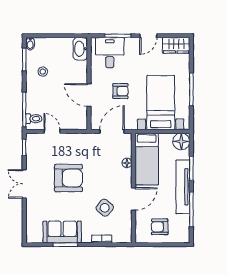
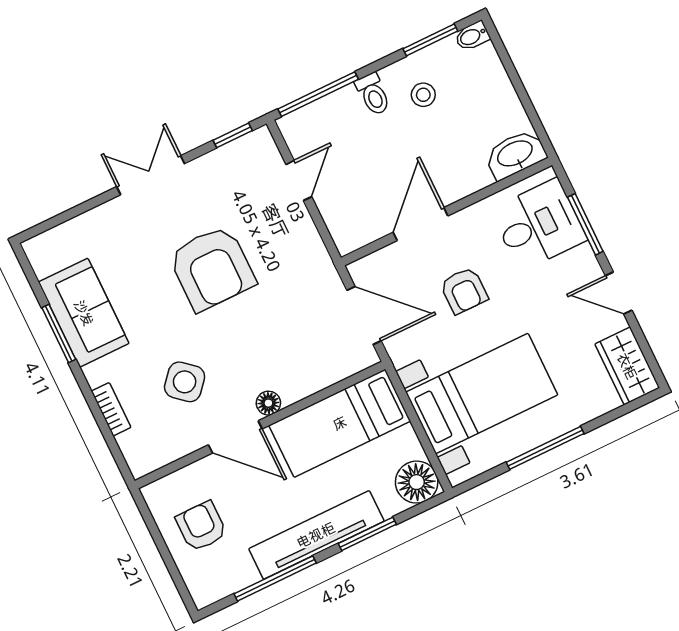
toilet: (34, 119) -> (373, 94), moved
floor lamp: (127, 163) -> (268, 403), moved

